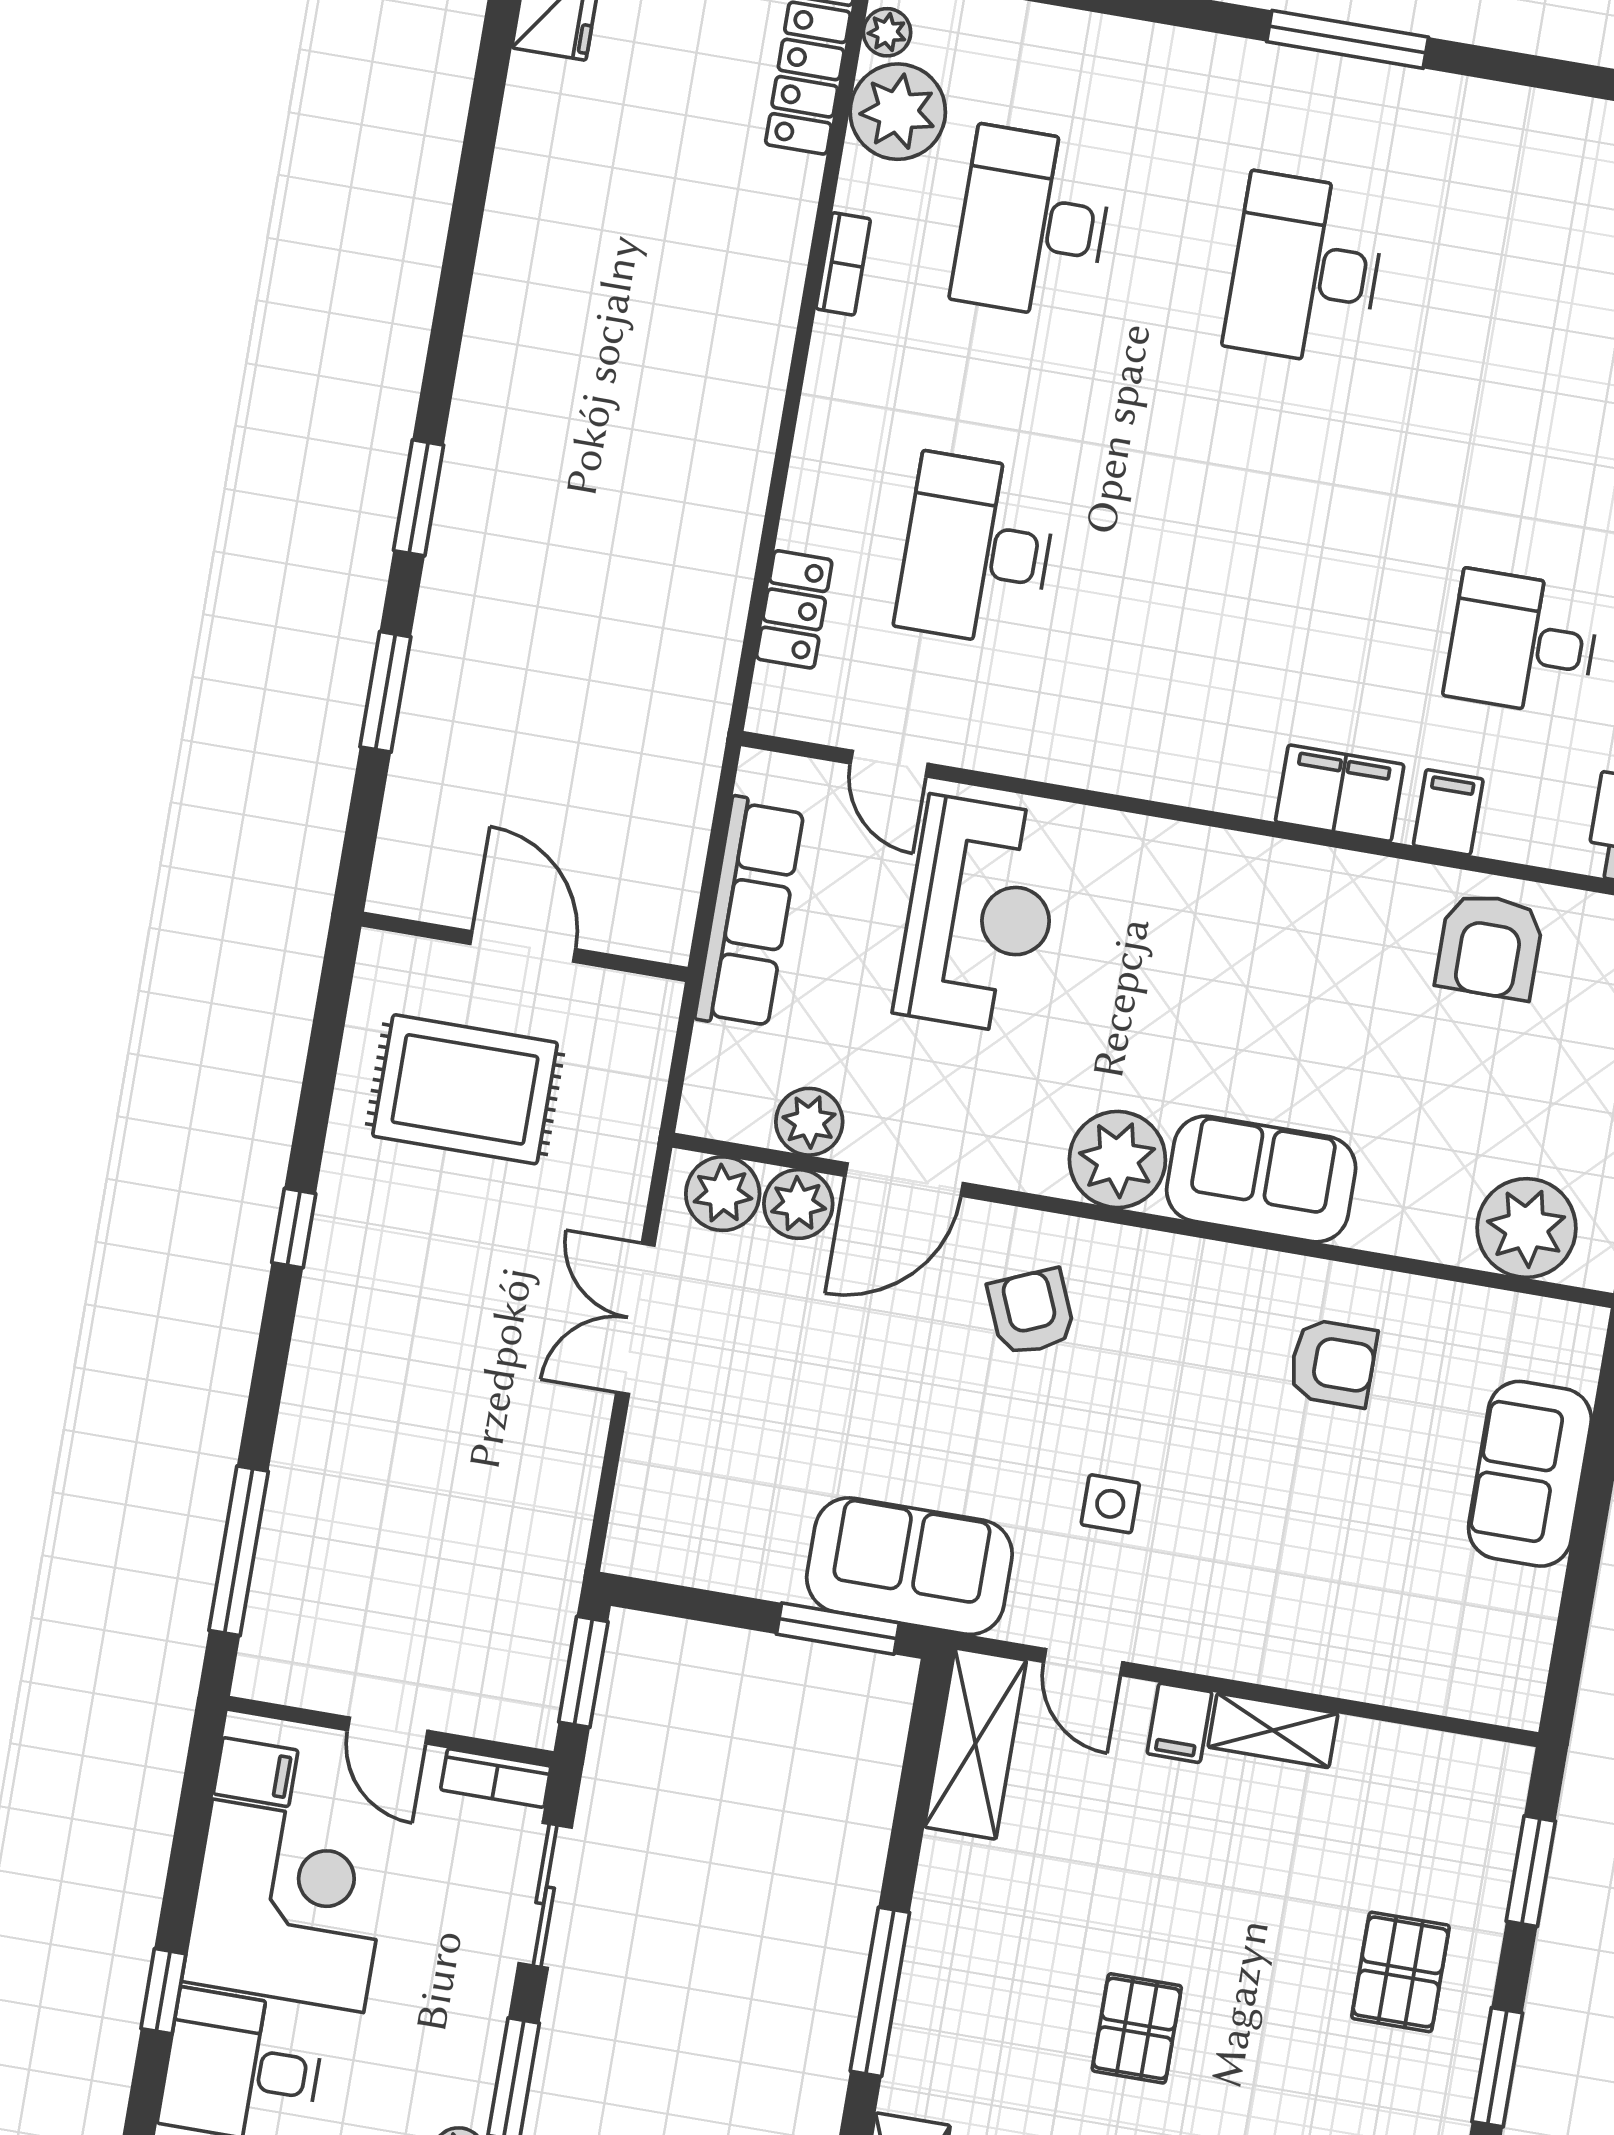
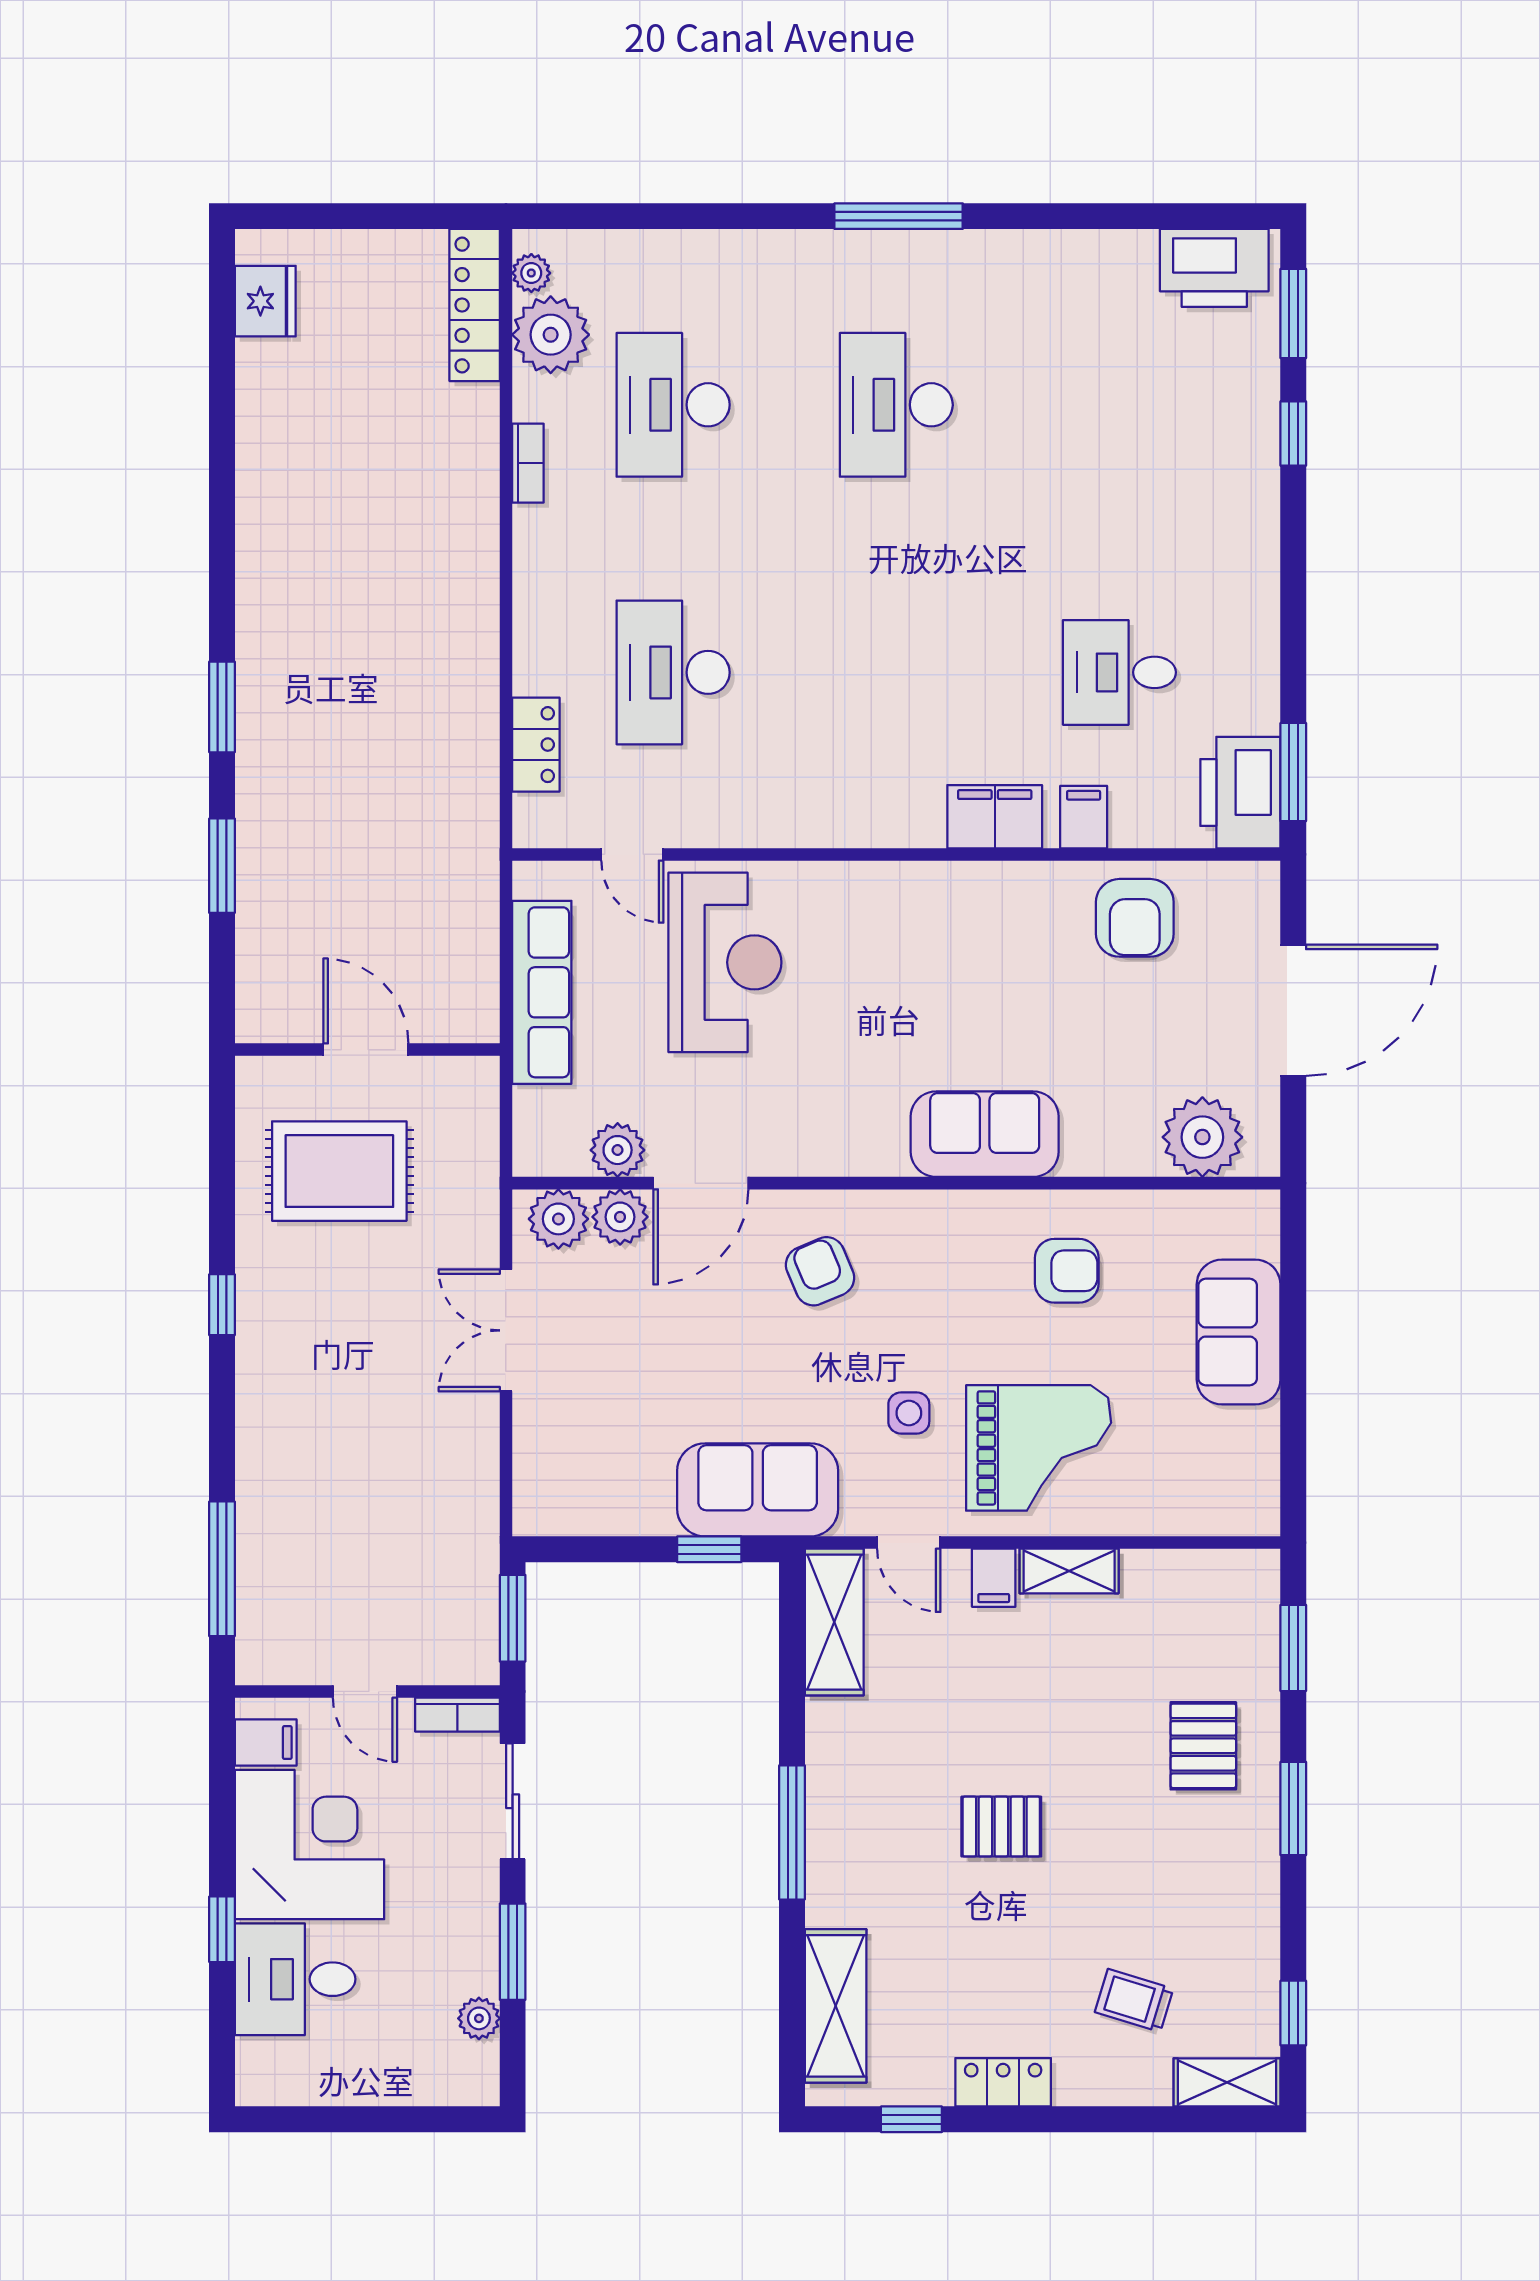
plant: (1117, 1159) -> (868, 1138), removed
grand piano: (1261, 1574) -> (1039, 1448), added
window: (838, 1629) -> (709, 1549), width x0.67
pallet: (1137, 2028) -> (1001, 1827), turned 90

